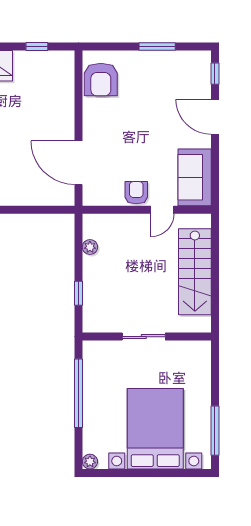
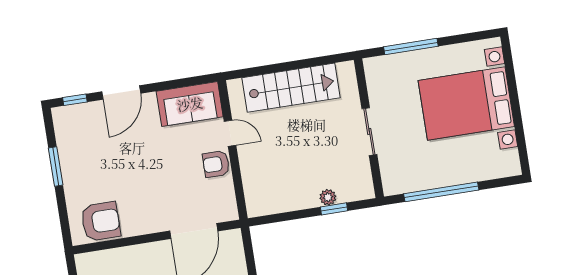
plant: (90, 247) -> (328, 197), moved
window: (215, 431) -> (411, 47), moved
plant: (90, 462) -> (513, 168), removed

